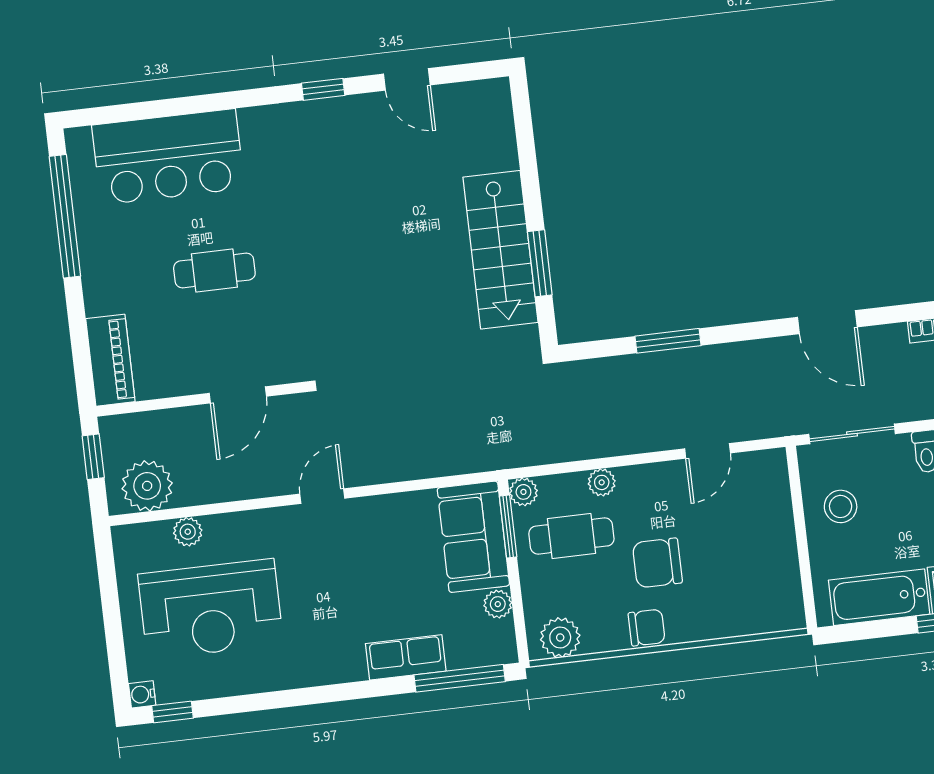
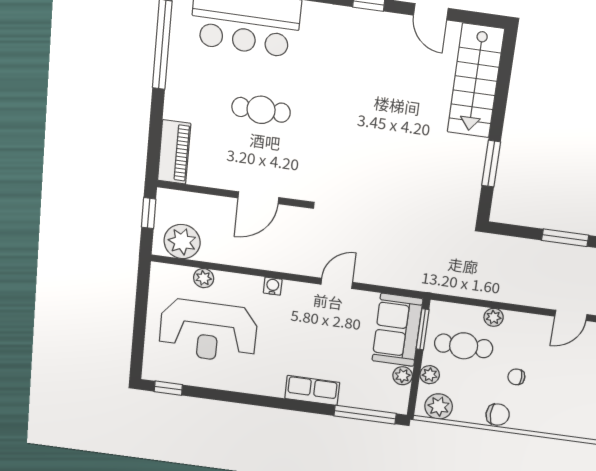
stairs: (500, 250) -> (476, 81), moved
plant: (523, 492) -> (430, 375), moved
door: (322, 496) -> (337, 283), moved
chair: (657, 563) -> (516, 377), width x0.54, depth x0.54
row of seats: (406, 657) -> (312, 390), moved
water cooler: (142, 694) -> (273, 286), moved, turned 90

